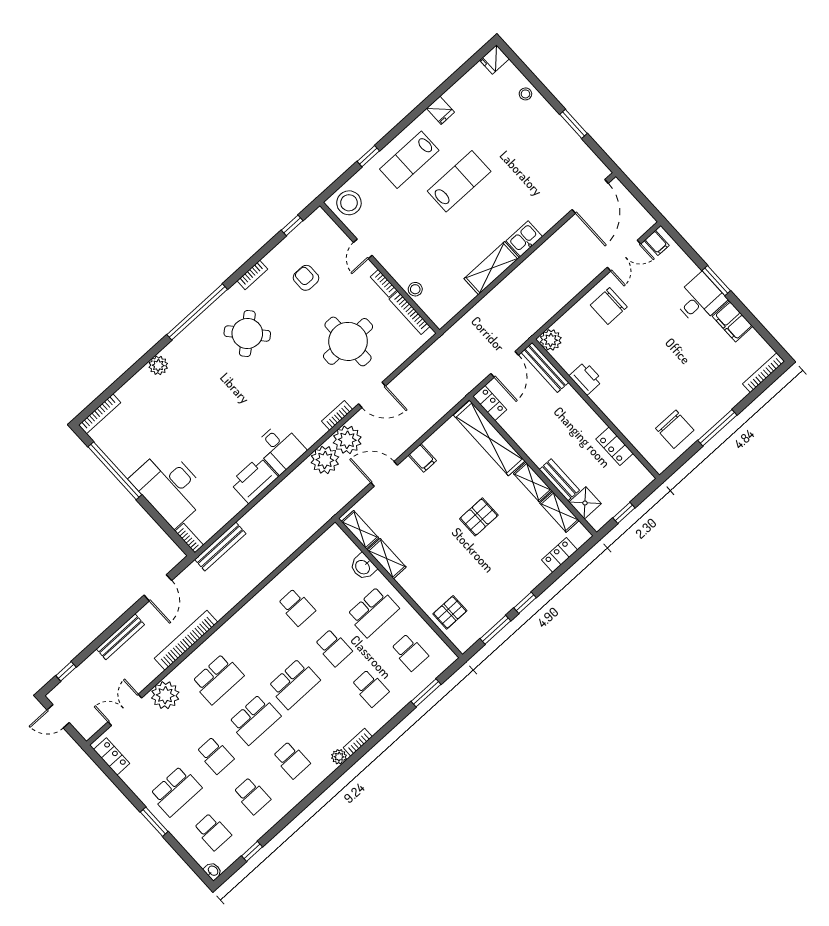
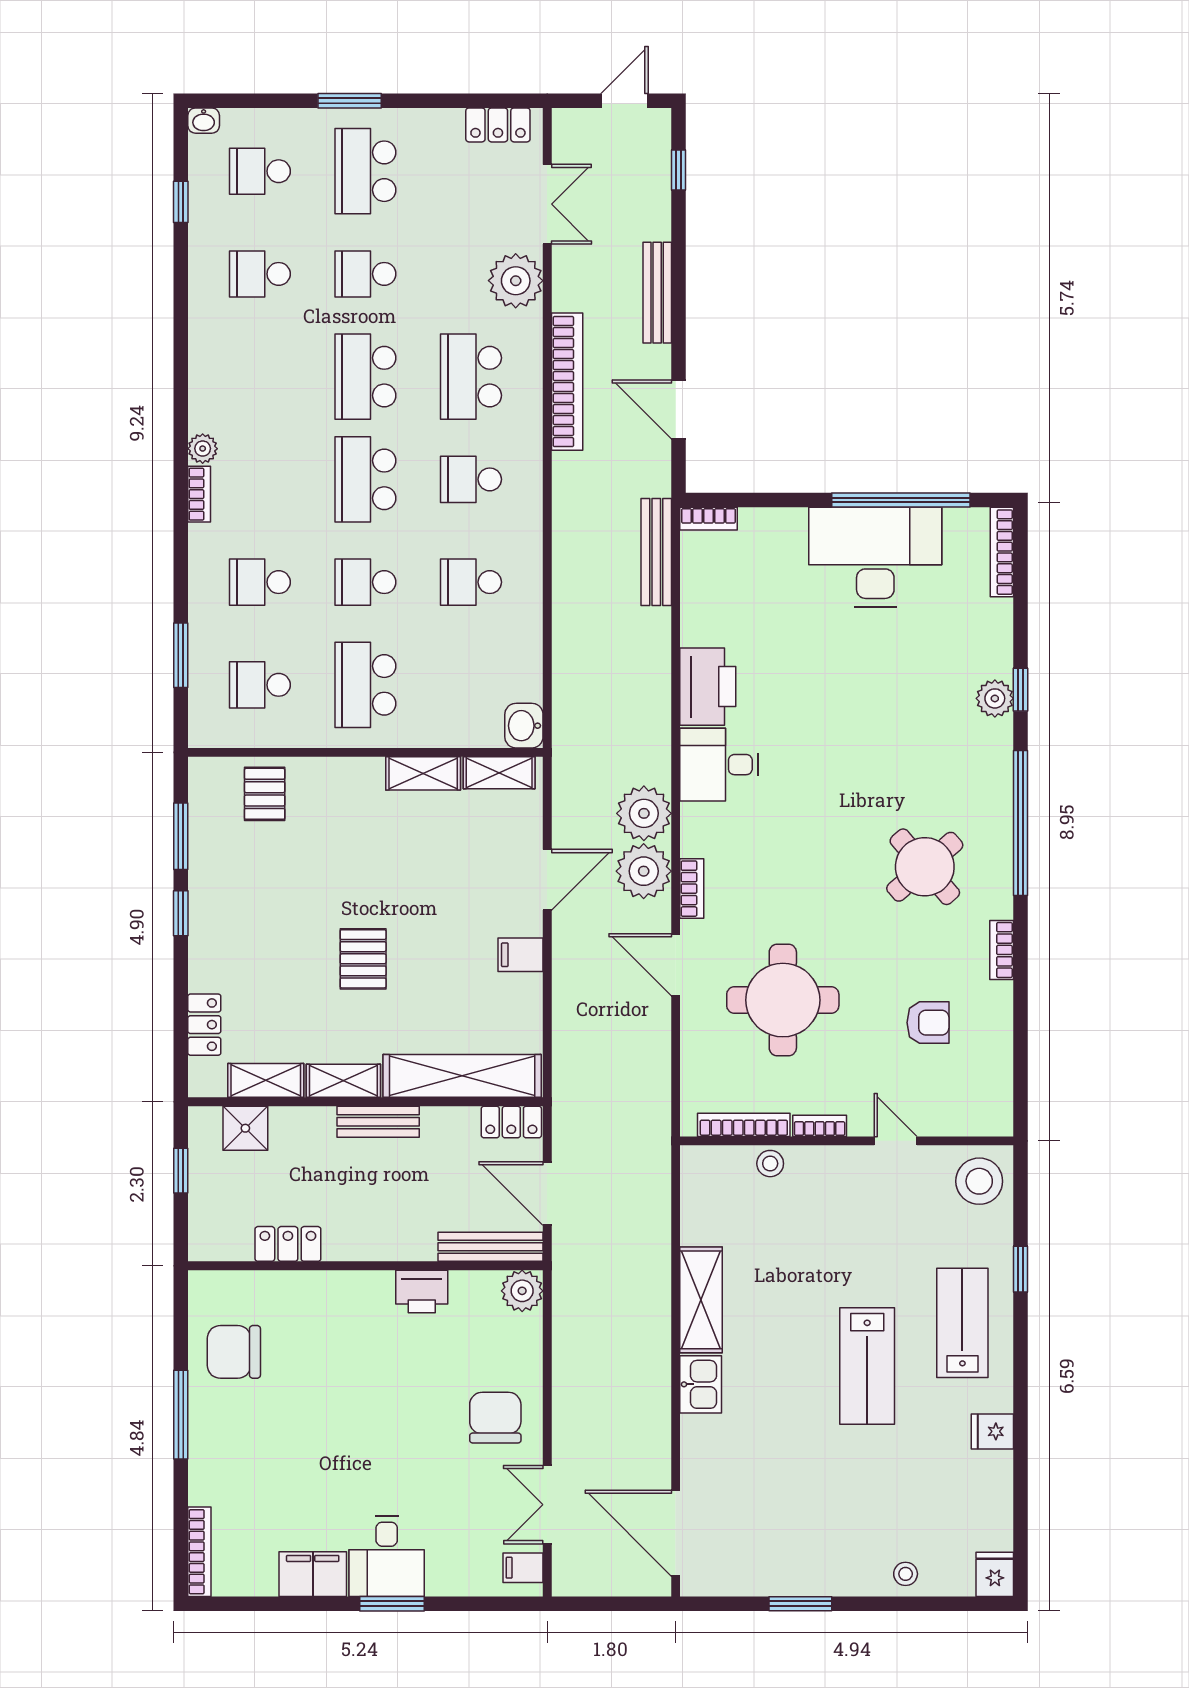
window: (292, 225) -> (1021, 690), moved
door: (372, 395) -> (676, 965), hinge flipped
bench: (559, 480) -> (378, 1122), moved
desk: (170, 487) -> (875, 557), moved
washbasin: (363, 567) -> (524, 726), moved, turned -90
school desk: (291, 760) -> (471, 479), moved

